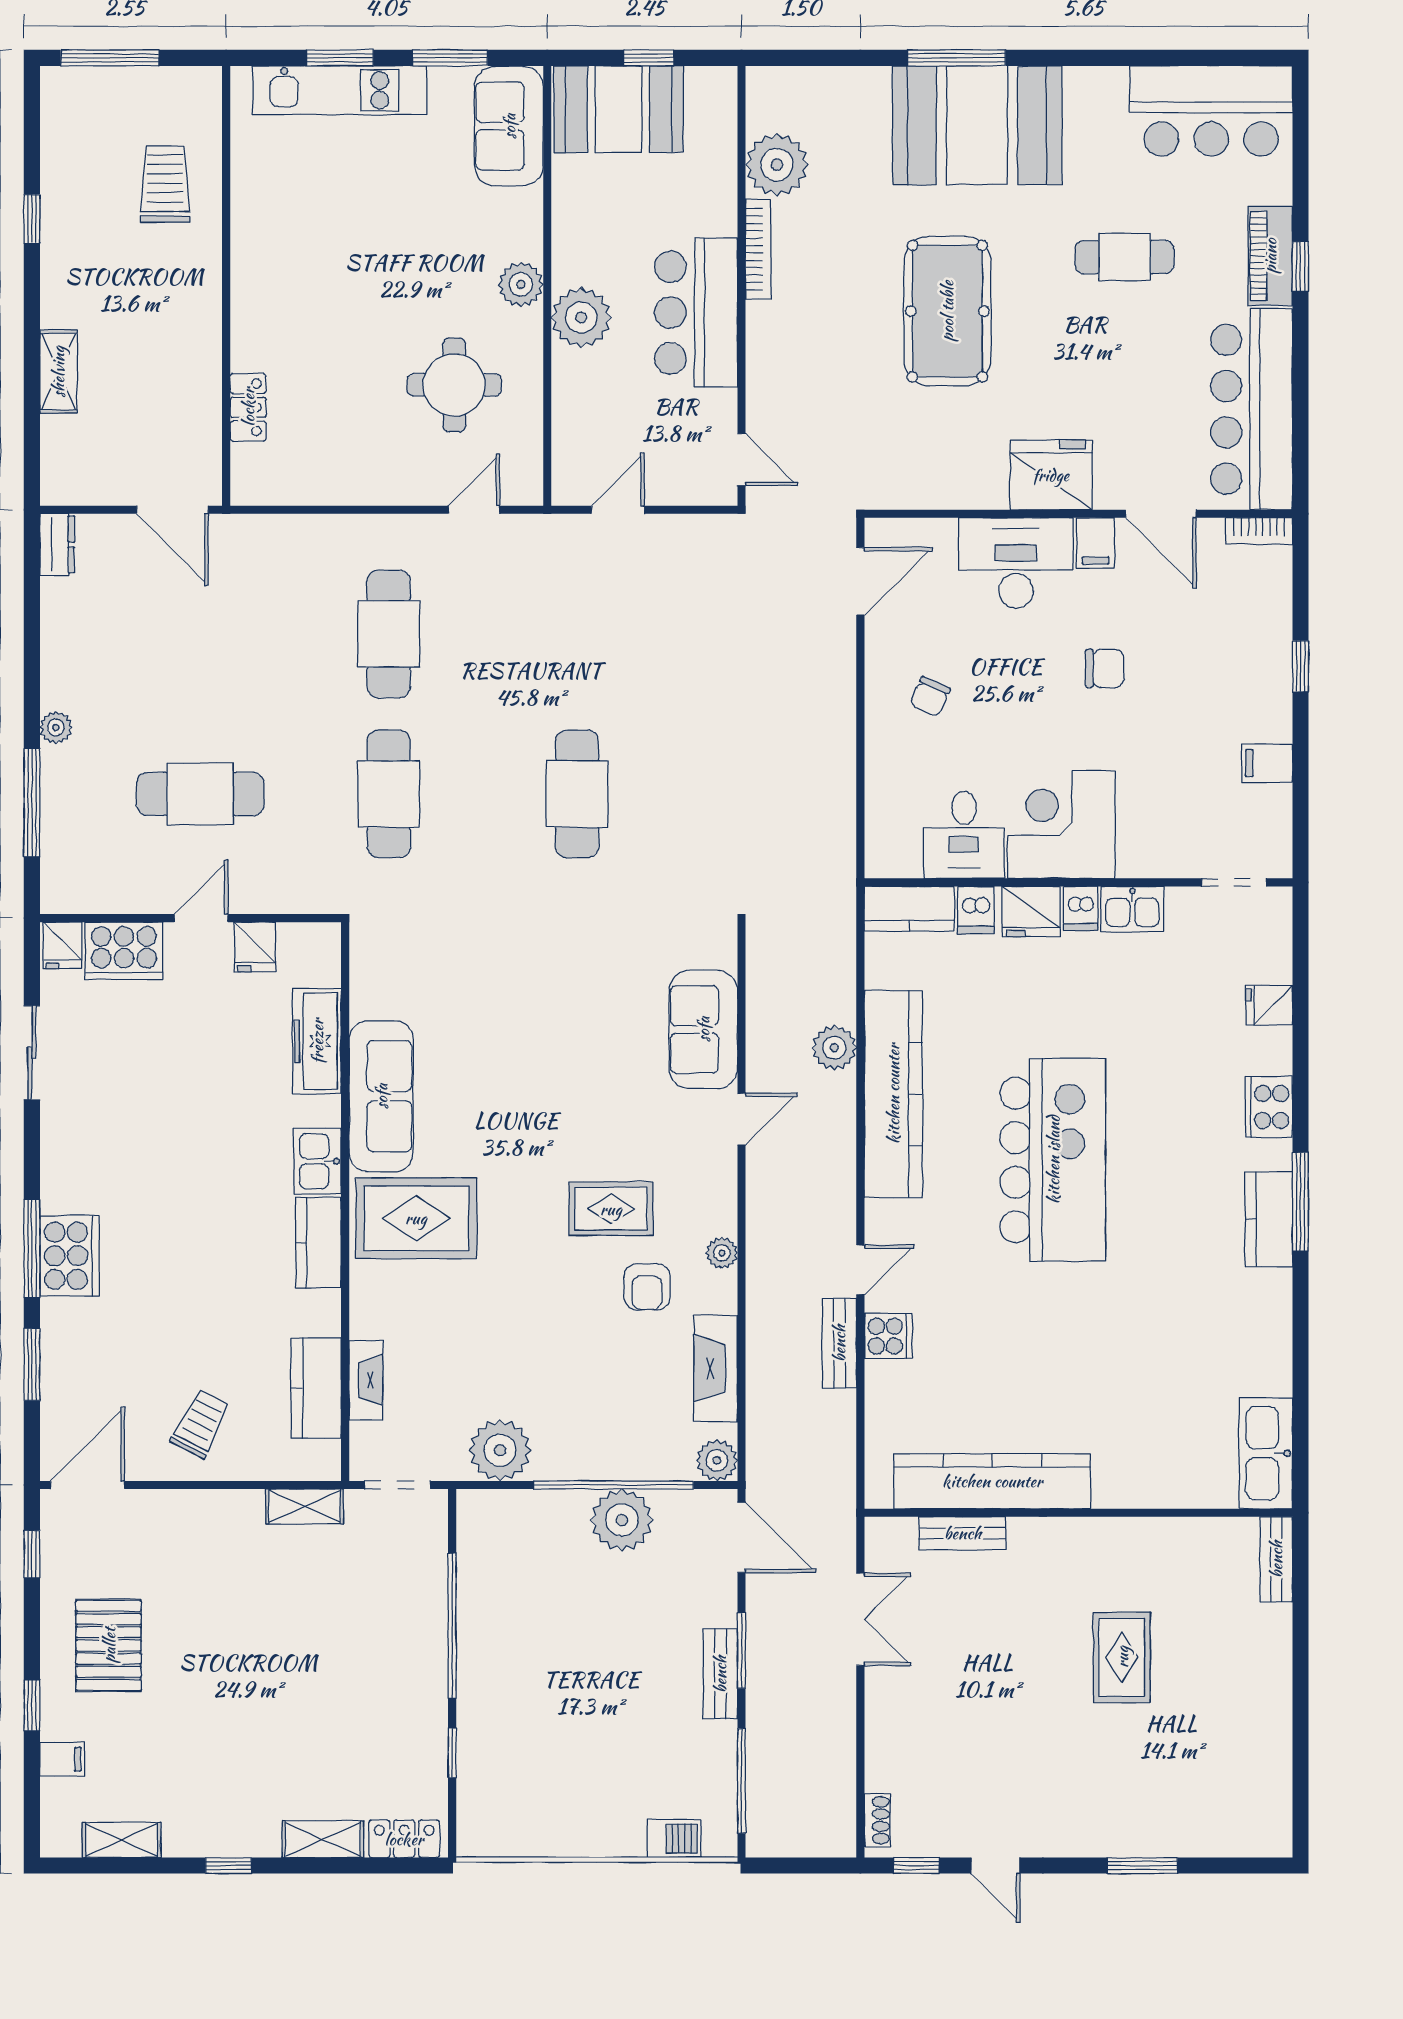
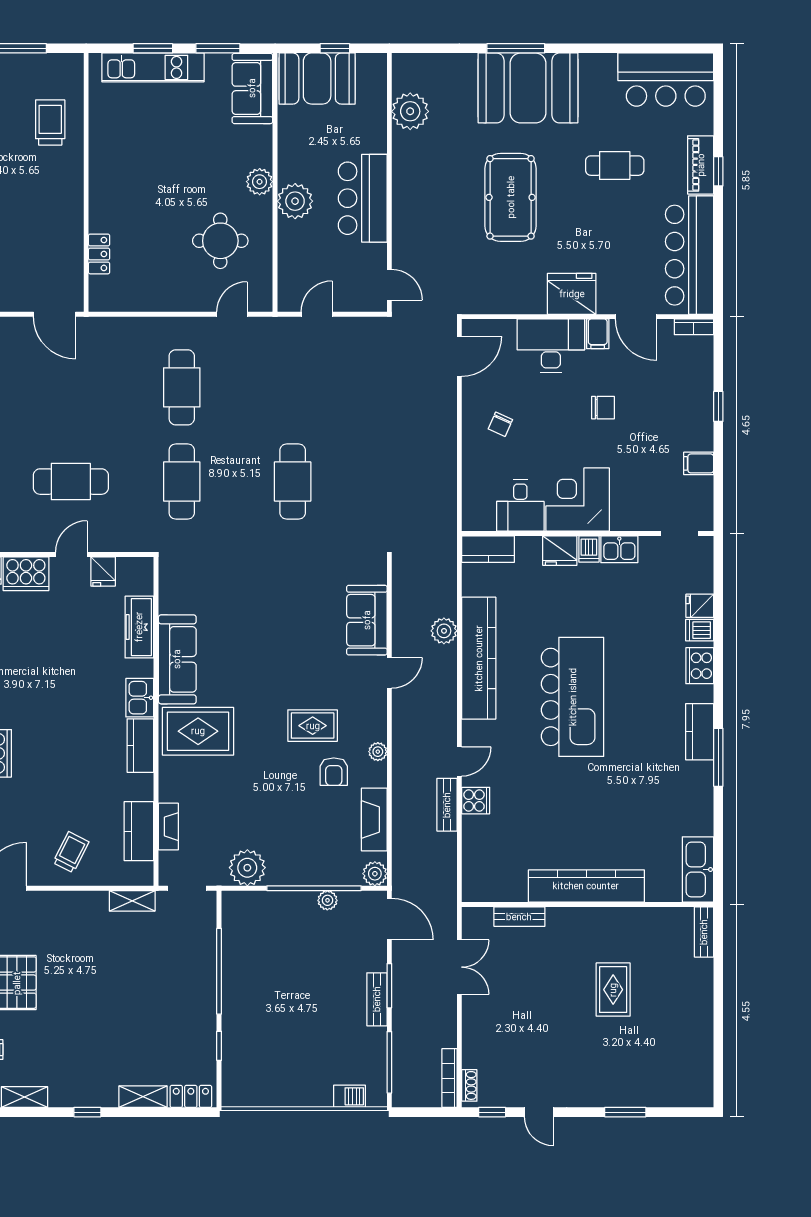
bookcase: (758, 249) -> (450, 1078), moved, turned 180
dishwasher: (976, 910) -> (700, 630), moved, turned 90
window: (1300, 1202) -> (718, 757), moved
kitchen counter: (992, 1481) -> (586, 886), moved
plant: (622, 1520) -> (327, 900), width x0.53, depth x0.53

